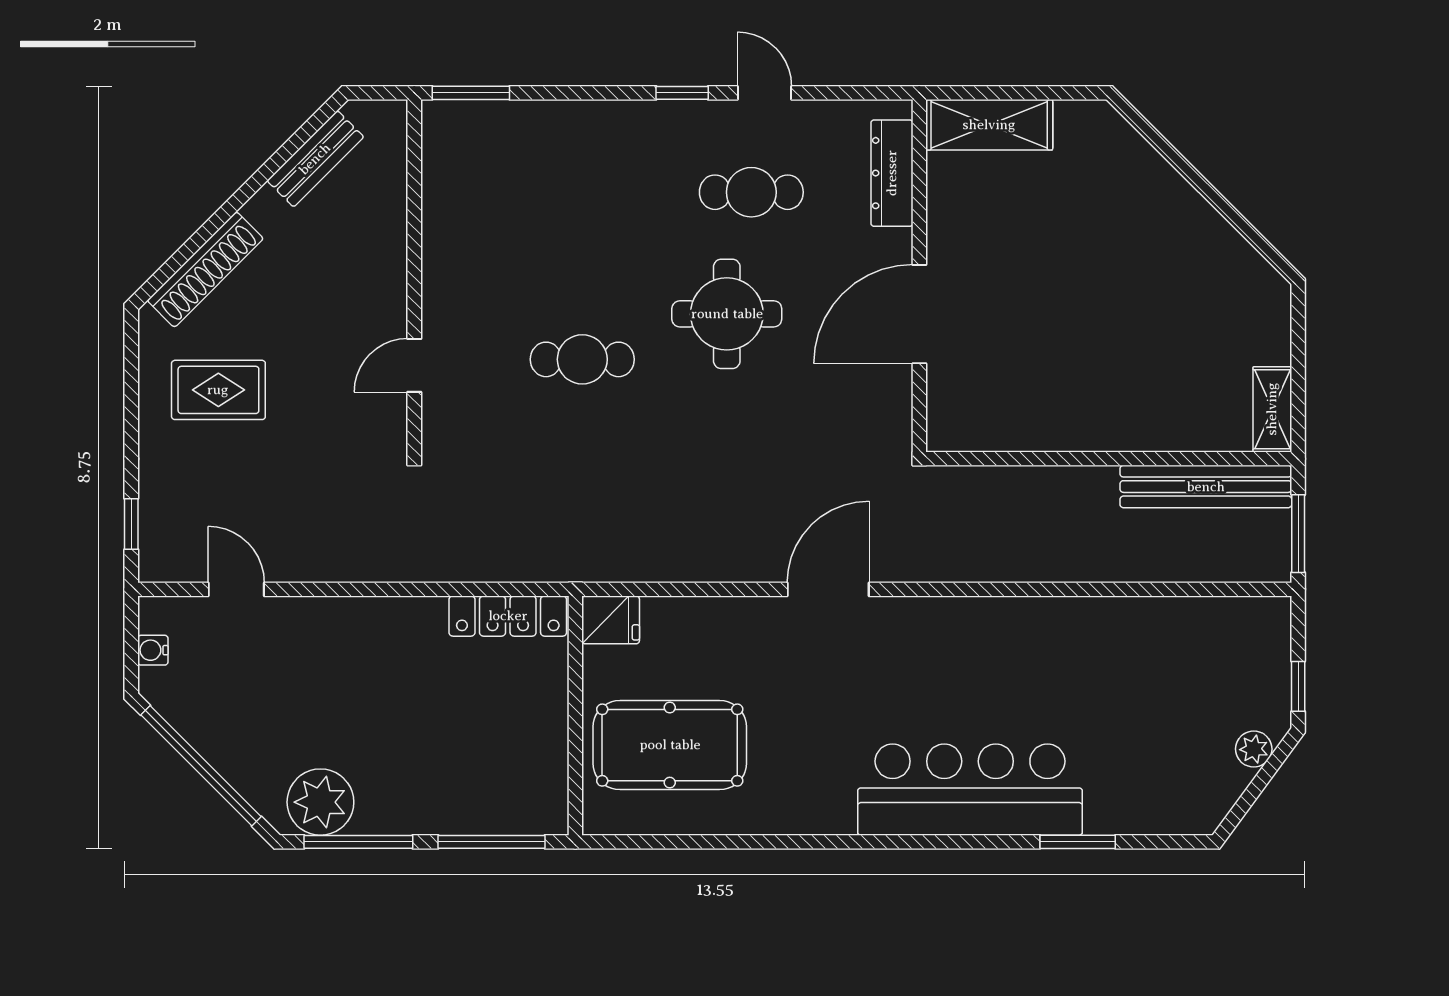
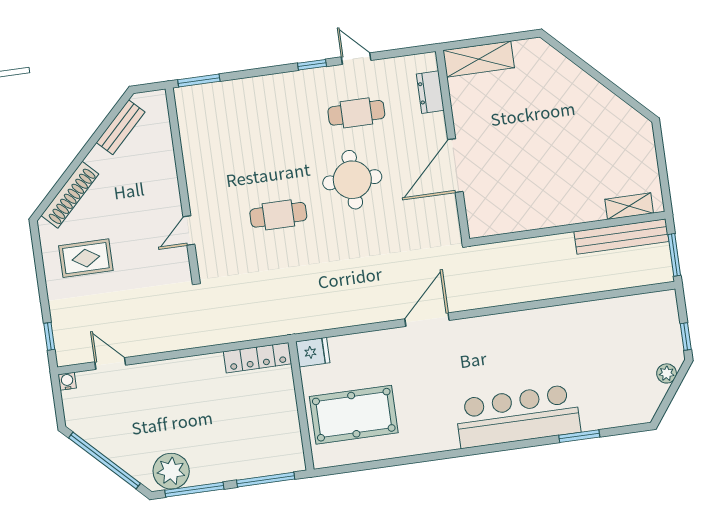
dresser: (892, 173) -> (430, 92), width x0.70
shelving: (1272, 409) -> (629, 206), moved, turned 90
water cooler: (153, 650) -> (67, 381), moved, turned 90

